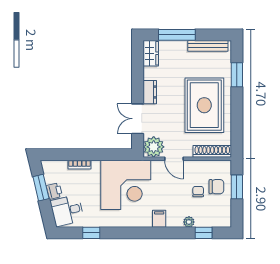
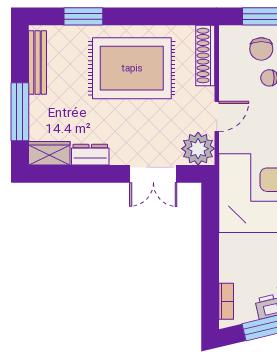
dresser: (150, 92) -> (90, 155), moved
bookcase: (80, 165) -> (226, 301), moved
chair: (216, 187) -> (261, 49), turned 180

